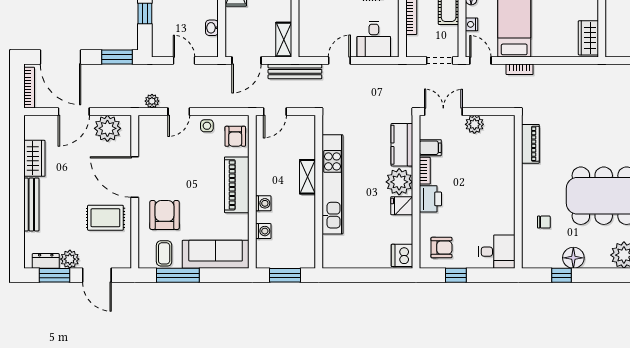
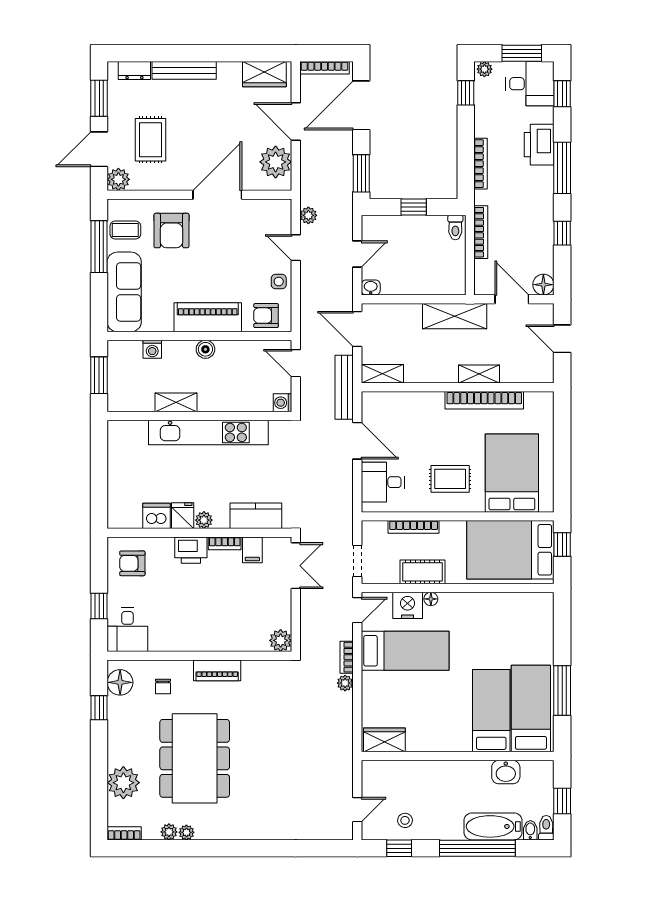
nightstand: (472, 24) -> (408, 605), width x1.89, depth x1.79
washbasin: (212, 28) -> (371, 287), moved
door: (339, 60) -> (357, 441), width x1.38
plant: (541, 71) -> (345, 683), added
plant: (474, 124) -> (281, 640), moved
piano: (530, 144) -> (217, 670), moved
wardrobe: (34, 158) -> (264, 74), moved
shelving: (308, 177) -> (176, 402), moved
plant: (399, 182) -> (204, 520), width x0.53, depth x0.53
boiler: (263, 187) -> (205, 349), added
washing machine: (263, 203) -> (282, 403), moved, turned 90
armchair: (165, 215) -> (171, 231), turned 90
rug: (105, 218) -> (150, 140), moved
armchair: (441, 248) -> (132, 563), turned 90
dishwasher: (402, 255) -> (157, 516), moved
floor lamp: (573, 258) -> (120, 682), moved
plant: (70, 259) -> (118, 179), moved
dresser: (46, 261) -> (134, 70), moved, turned 90
window: (456, 275) -> (99, 606), moved

